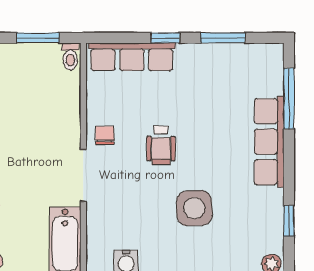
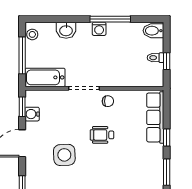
window: (38, 38) -> (167, 61), width x0.67
toilet: (70, 56) -> (155, 58), moved

